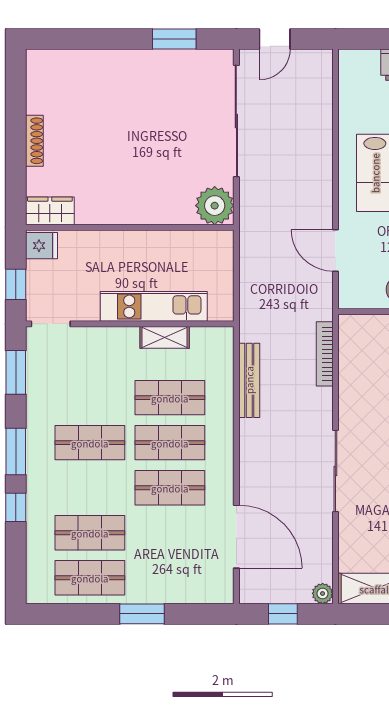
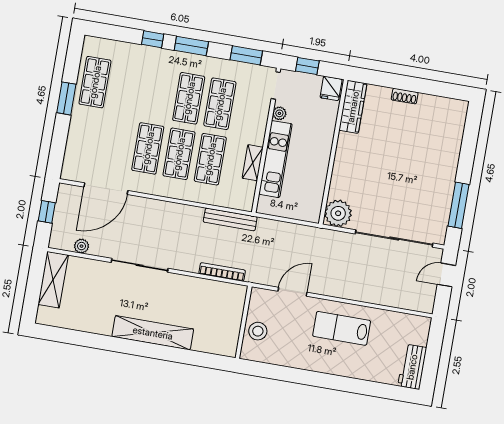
window: (174, 39) -> (459, 205), width x1.44
door: (275, 39) -> (446, 275), hinge flipped
shoe rack: (34, 141) -> (405, 96), width x0.70
wardrobe: (50, 211) -> (353, 107), width x1.50
plant: (89, 312) -> (279, 113), added
bench: (249, 380) -> (230, 219), moved
shop shelf: (90, 533) -> (220, 104), moved
plant: (323, 593) -> (81, 246), moved
window: (142, 614) -> (66, 98), moved

